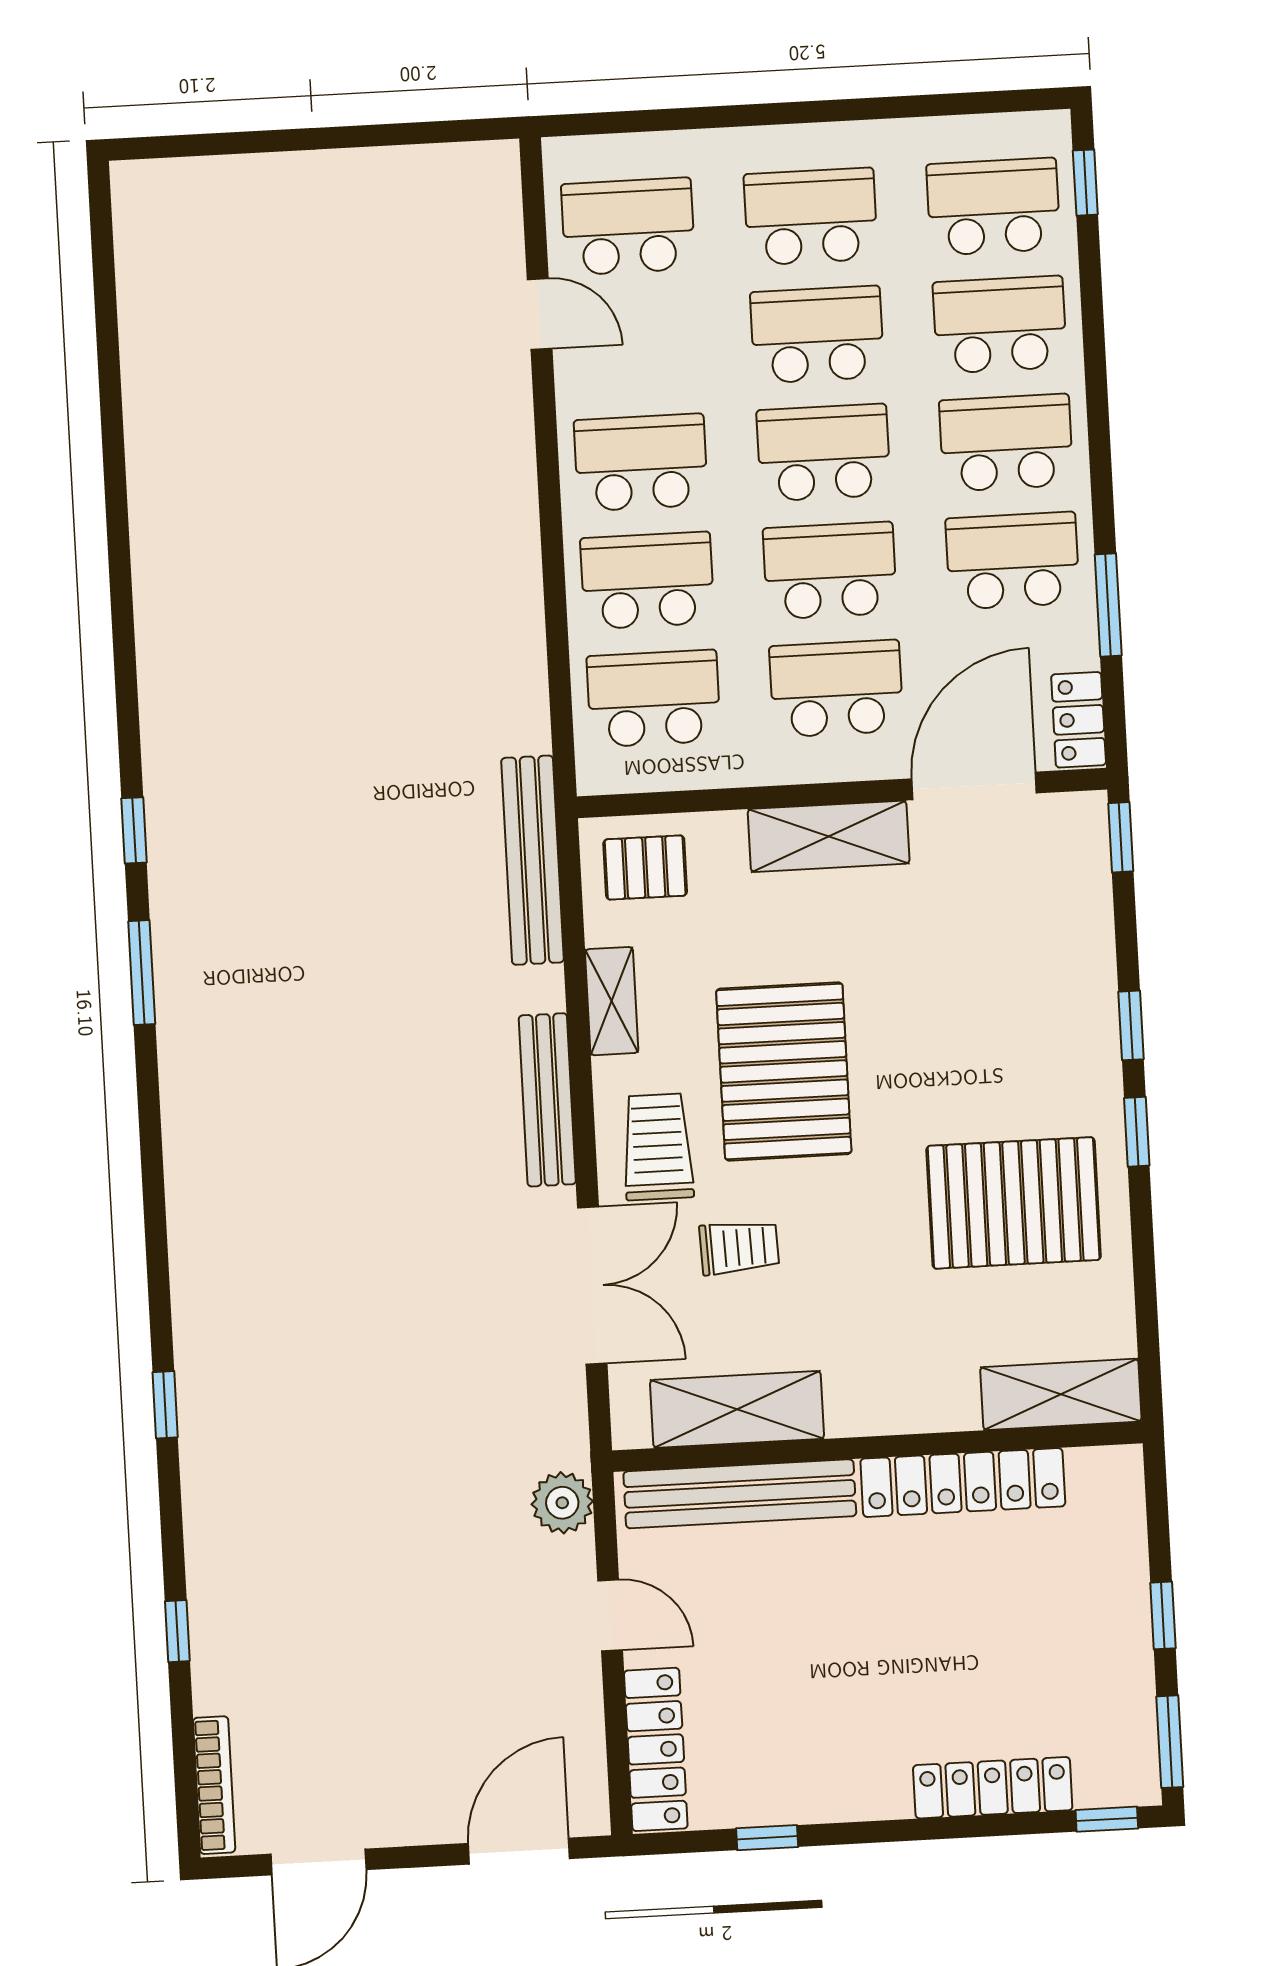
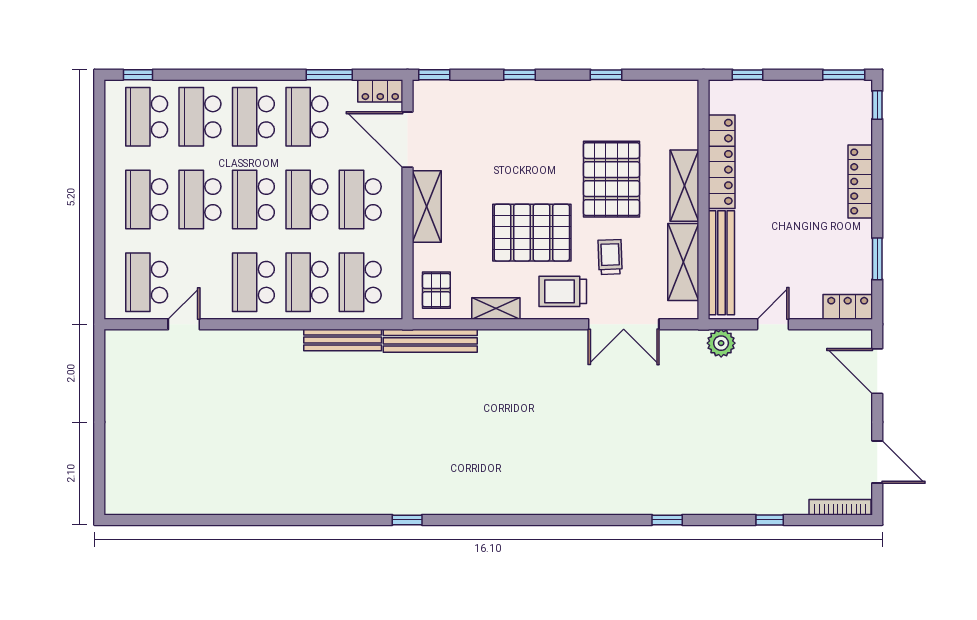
window: (142, 973) -> (471, 520), removed
bench: (547, 1100) -> (343, 340), moved
window: (1137, 1132) -> (606, 75), moved
pallet: (1014, 1203) -> (612, 179), moved
double door: (592, 1285) -> (624, 324), swing flipped
shelving: (1061, 1394) -> (684, 186), moved
window: (1163, 1615) -> (748, 75), moved
locker: (656, 1749) -> (848, 307), width x0.66
locker: (993, 1788) -> (860, 181), moved
window: (767, 1838) -> (877, 259), width x1.50

